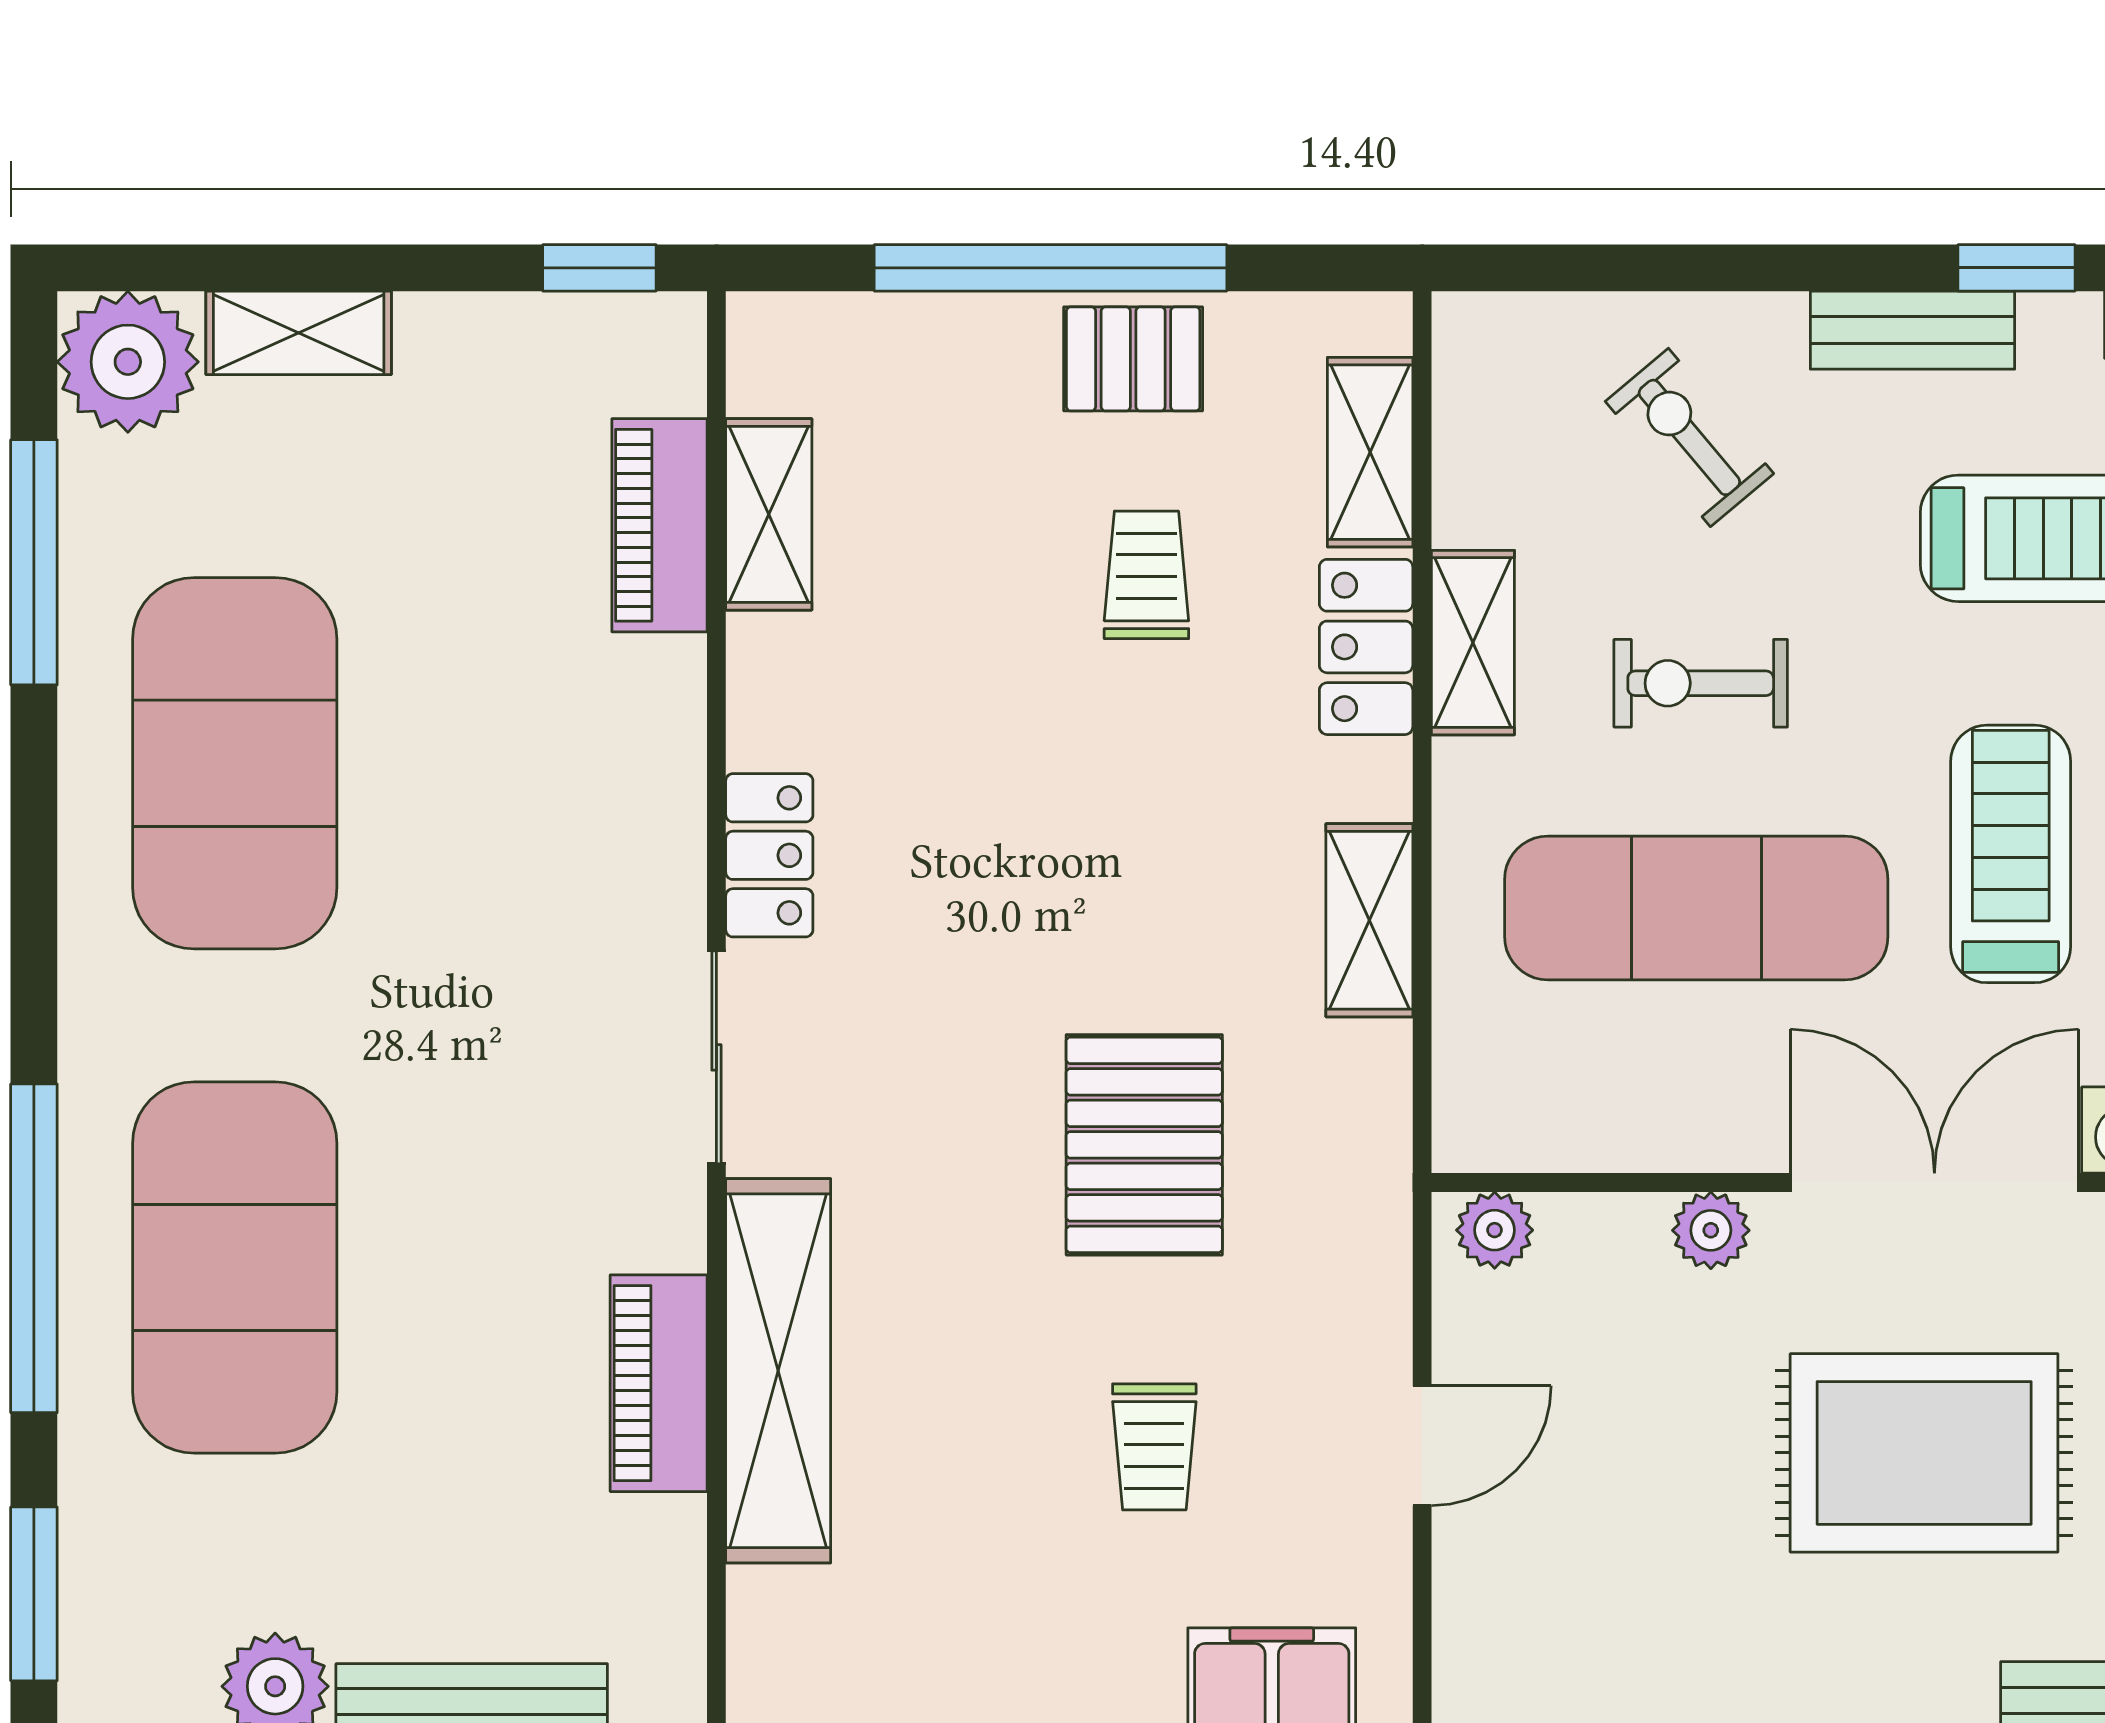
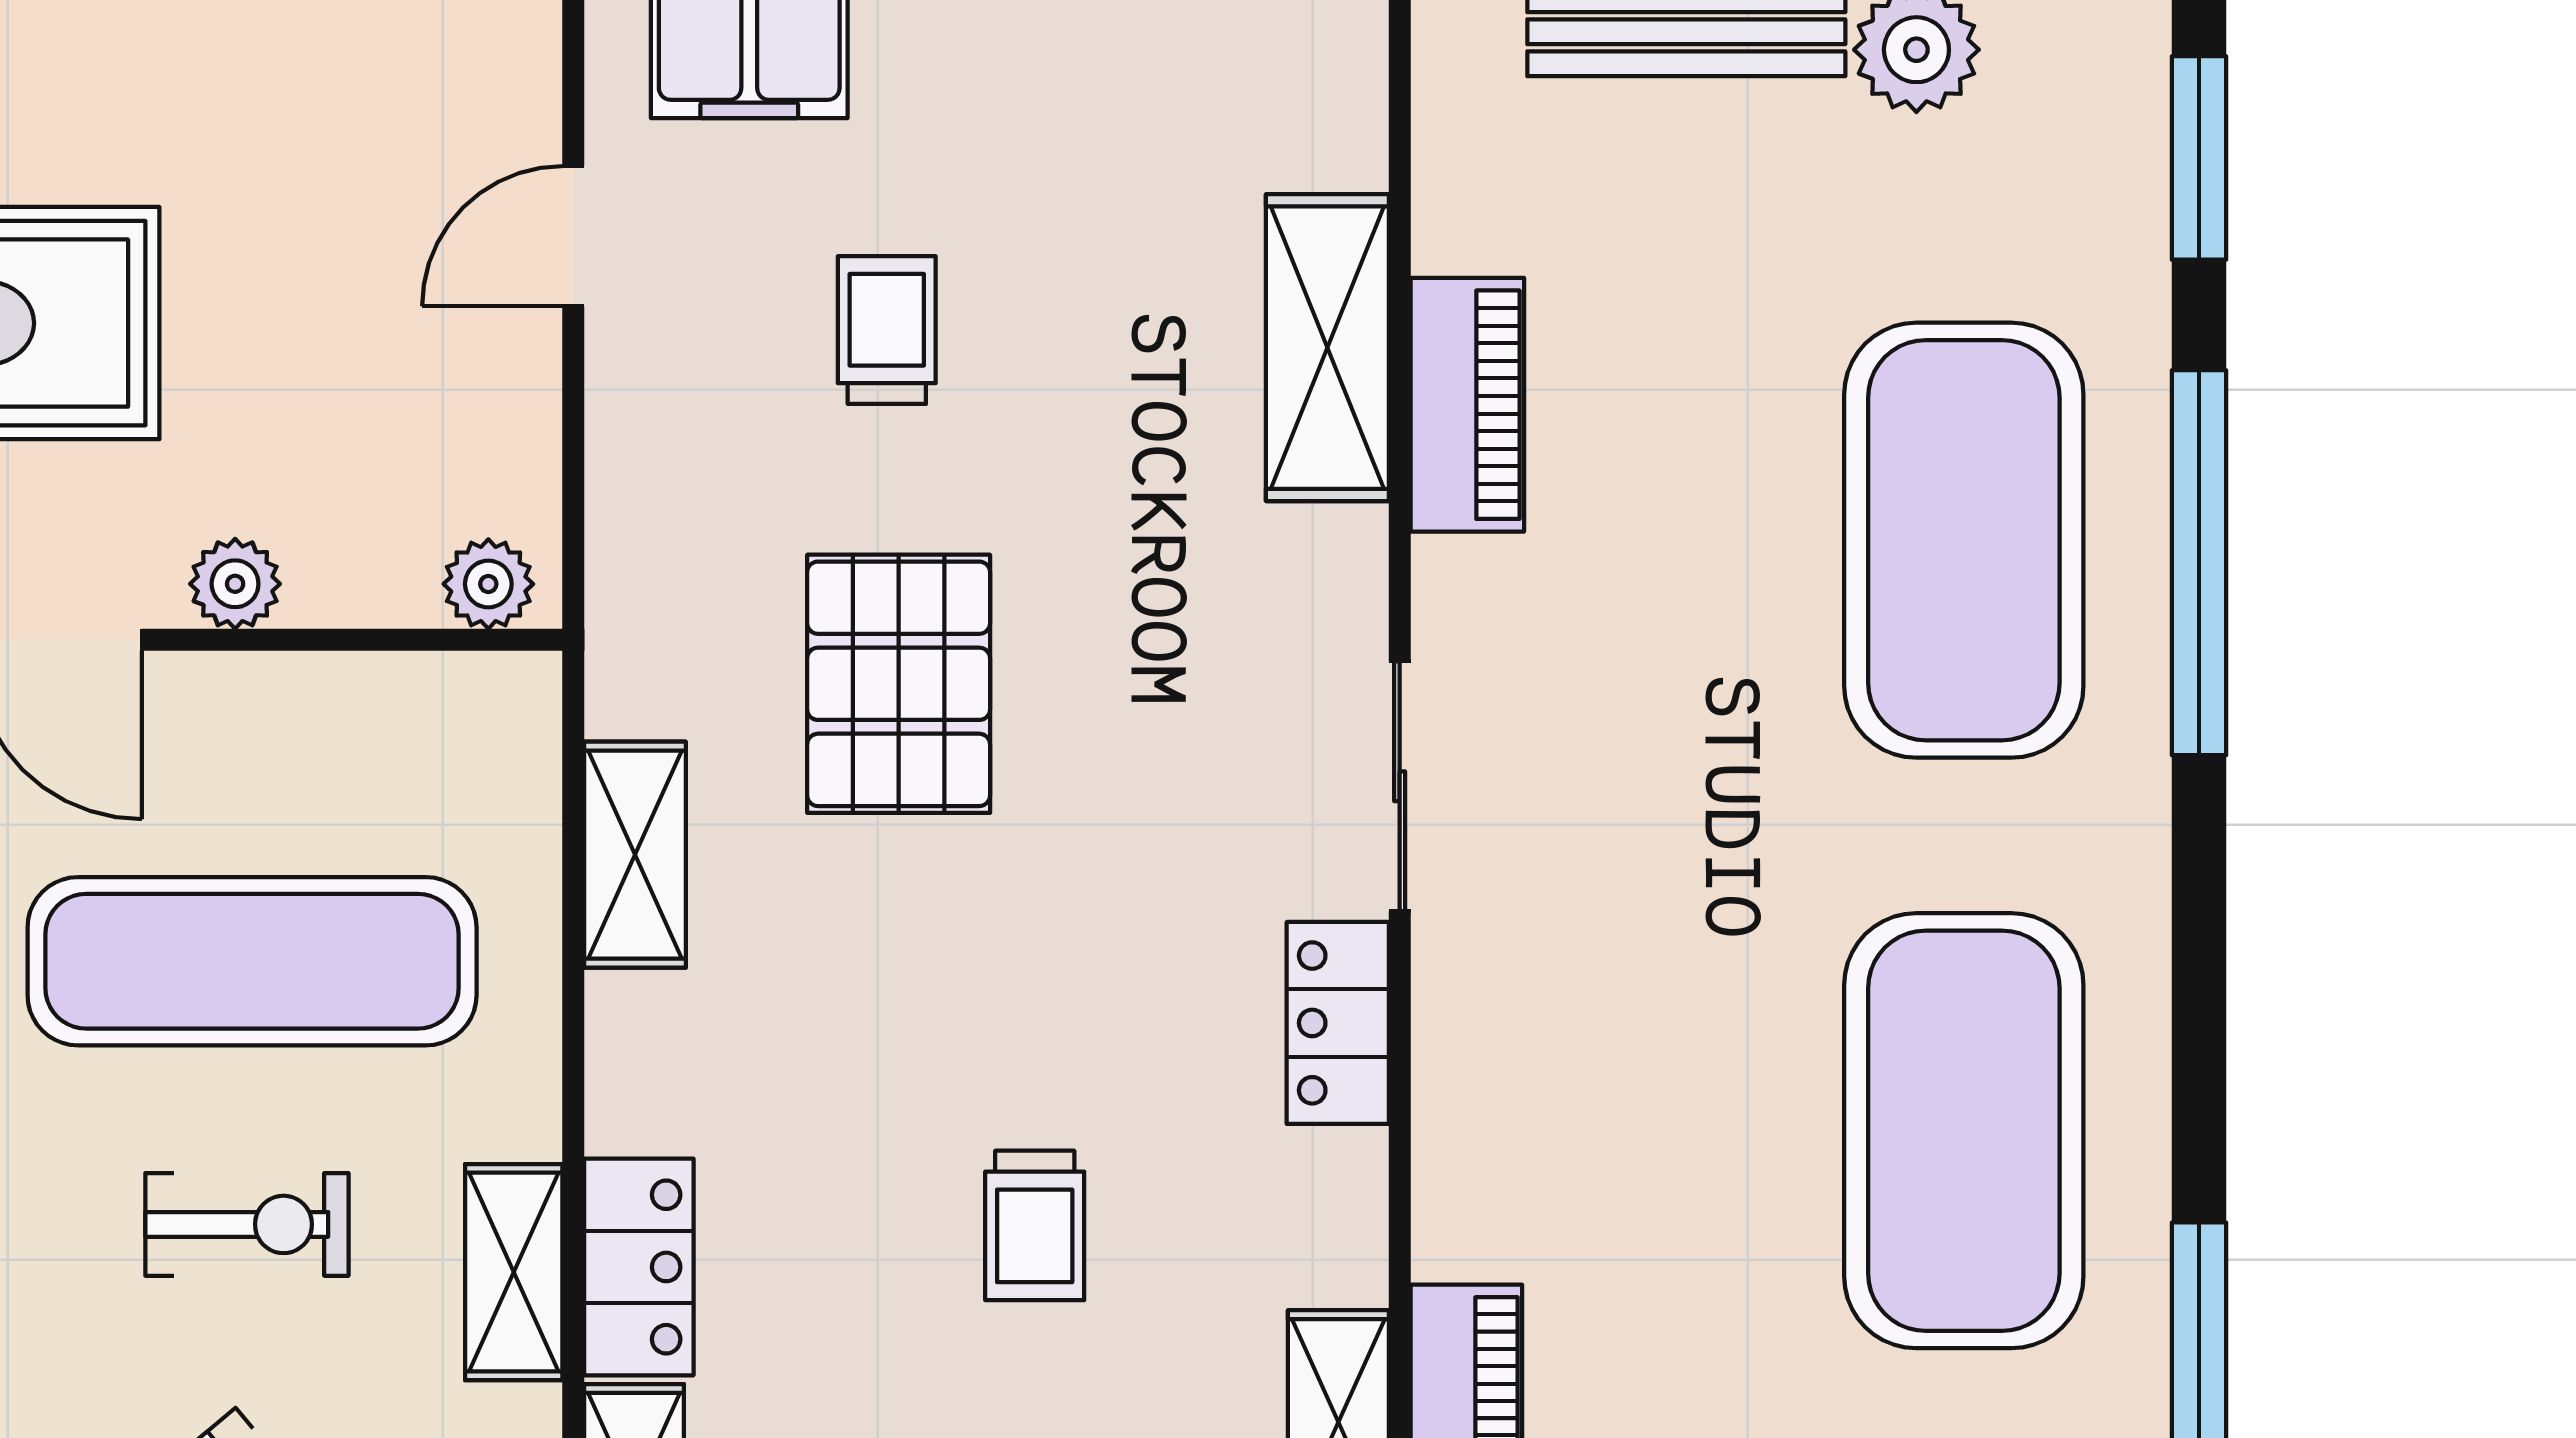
trolley: (1146, 575) -> (1035, 1225), moved
shelving: (1369, 920) -> (635, 855), moved
shelving: (778, 1371) -> (1327, 348), width x0.68
door: (1422, 1446) -> (573, 236), moved

